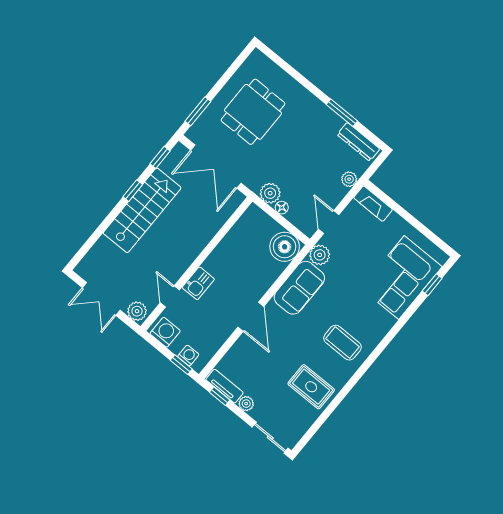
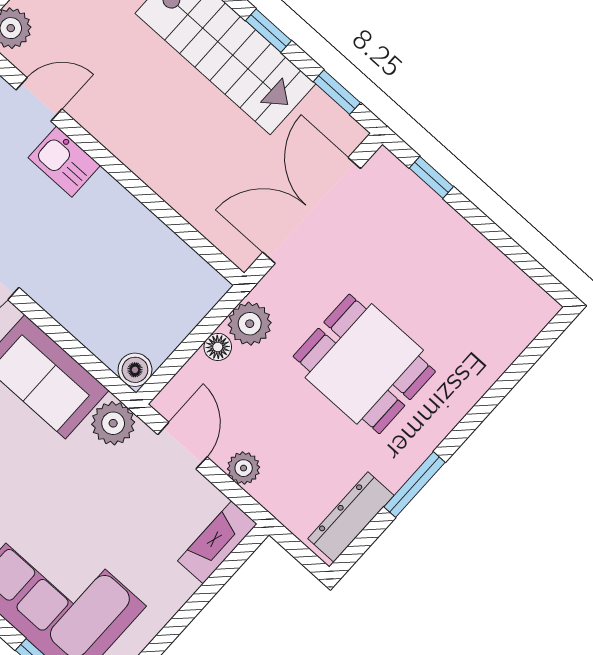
window: (198, 111) -> (431, 177), width x0.67
dining table: (253, 112) -> (364, 364), moved
plant: (349, 179) -> (244, 468), moved
door: (329, 222) -> (182, 446), hinge flipped
boiler: (285, 247) -> (135, 370), width x0.54, depth x0.54

